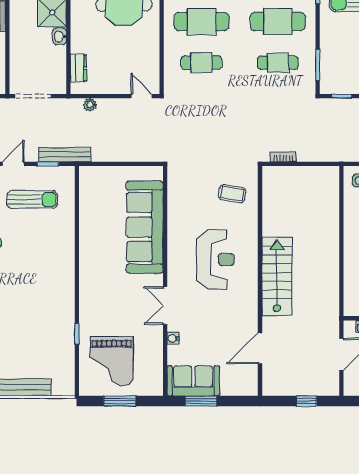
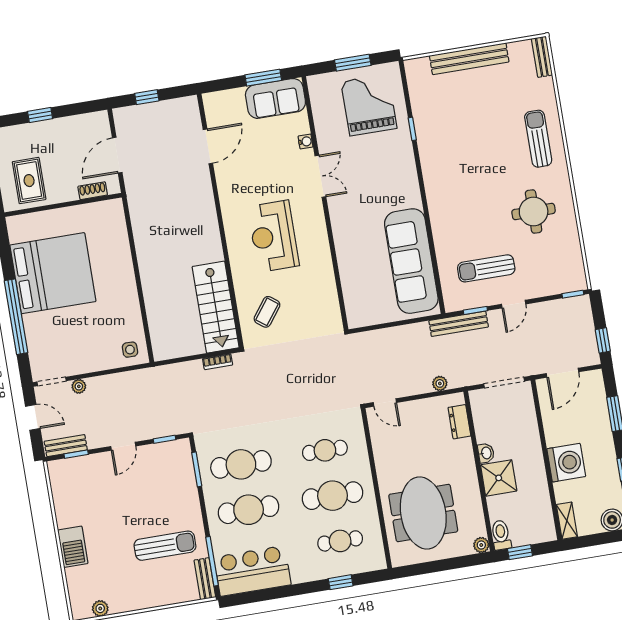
cafe table: (278, 63) -> (241, 464), width x1.37, depth x1.35
coffee table: (232, 194) -> (267, 312), turned -63
sofa: (145, 227) -> (411, 261), moved, turned 180
stairs: (277, 277) -> (216, 307), moved

